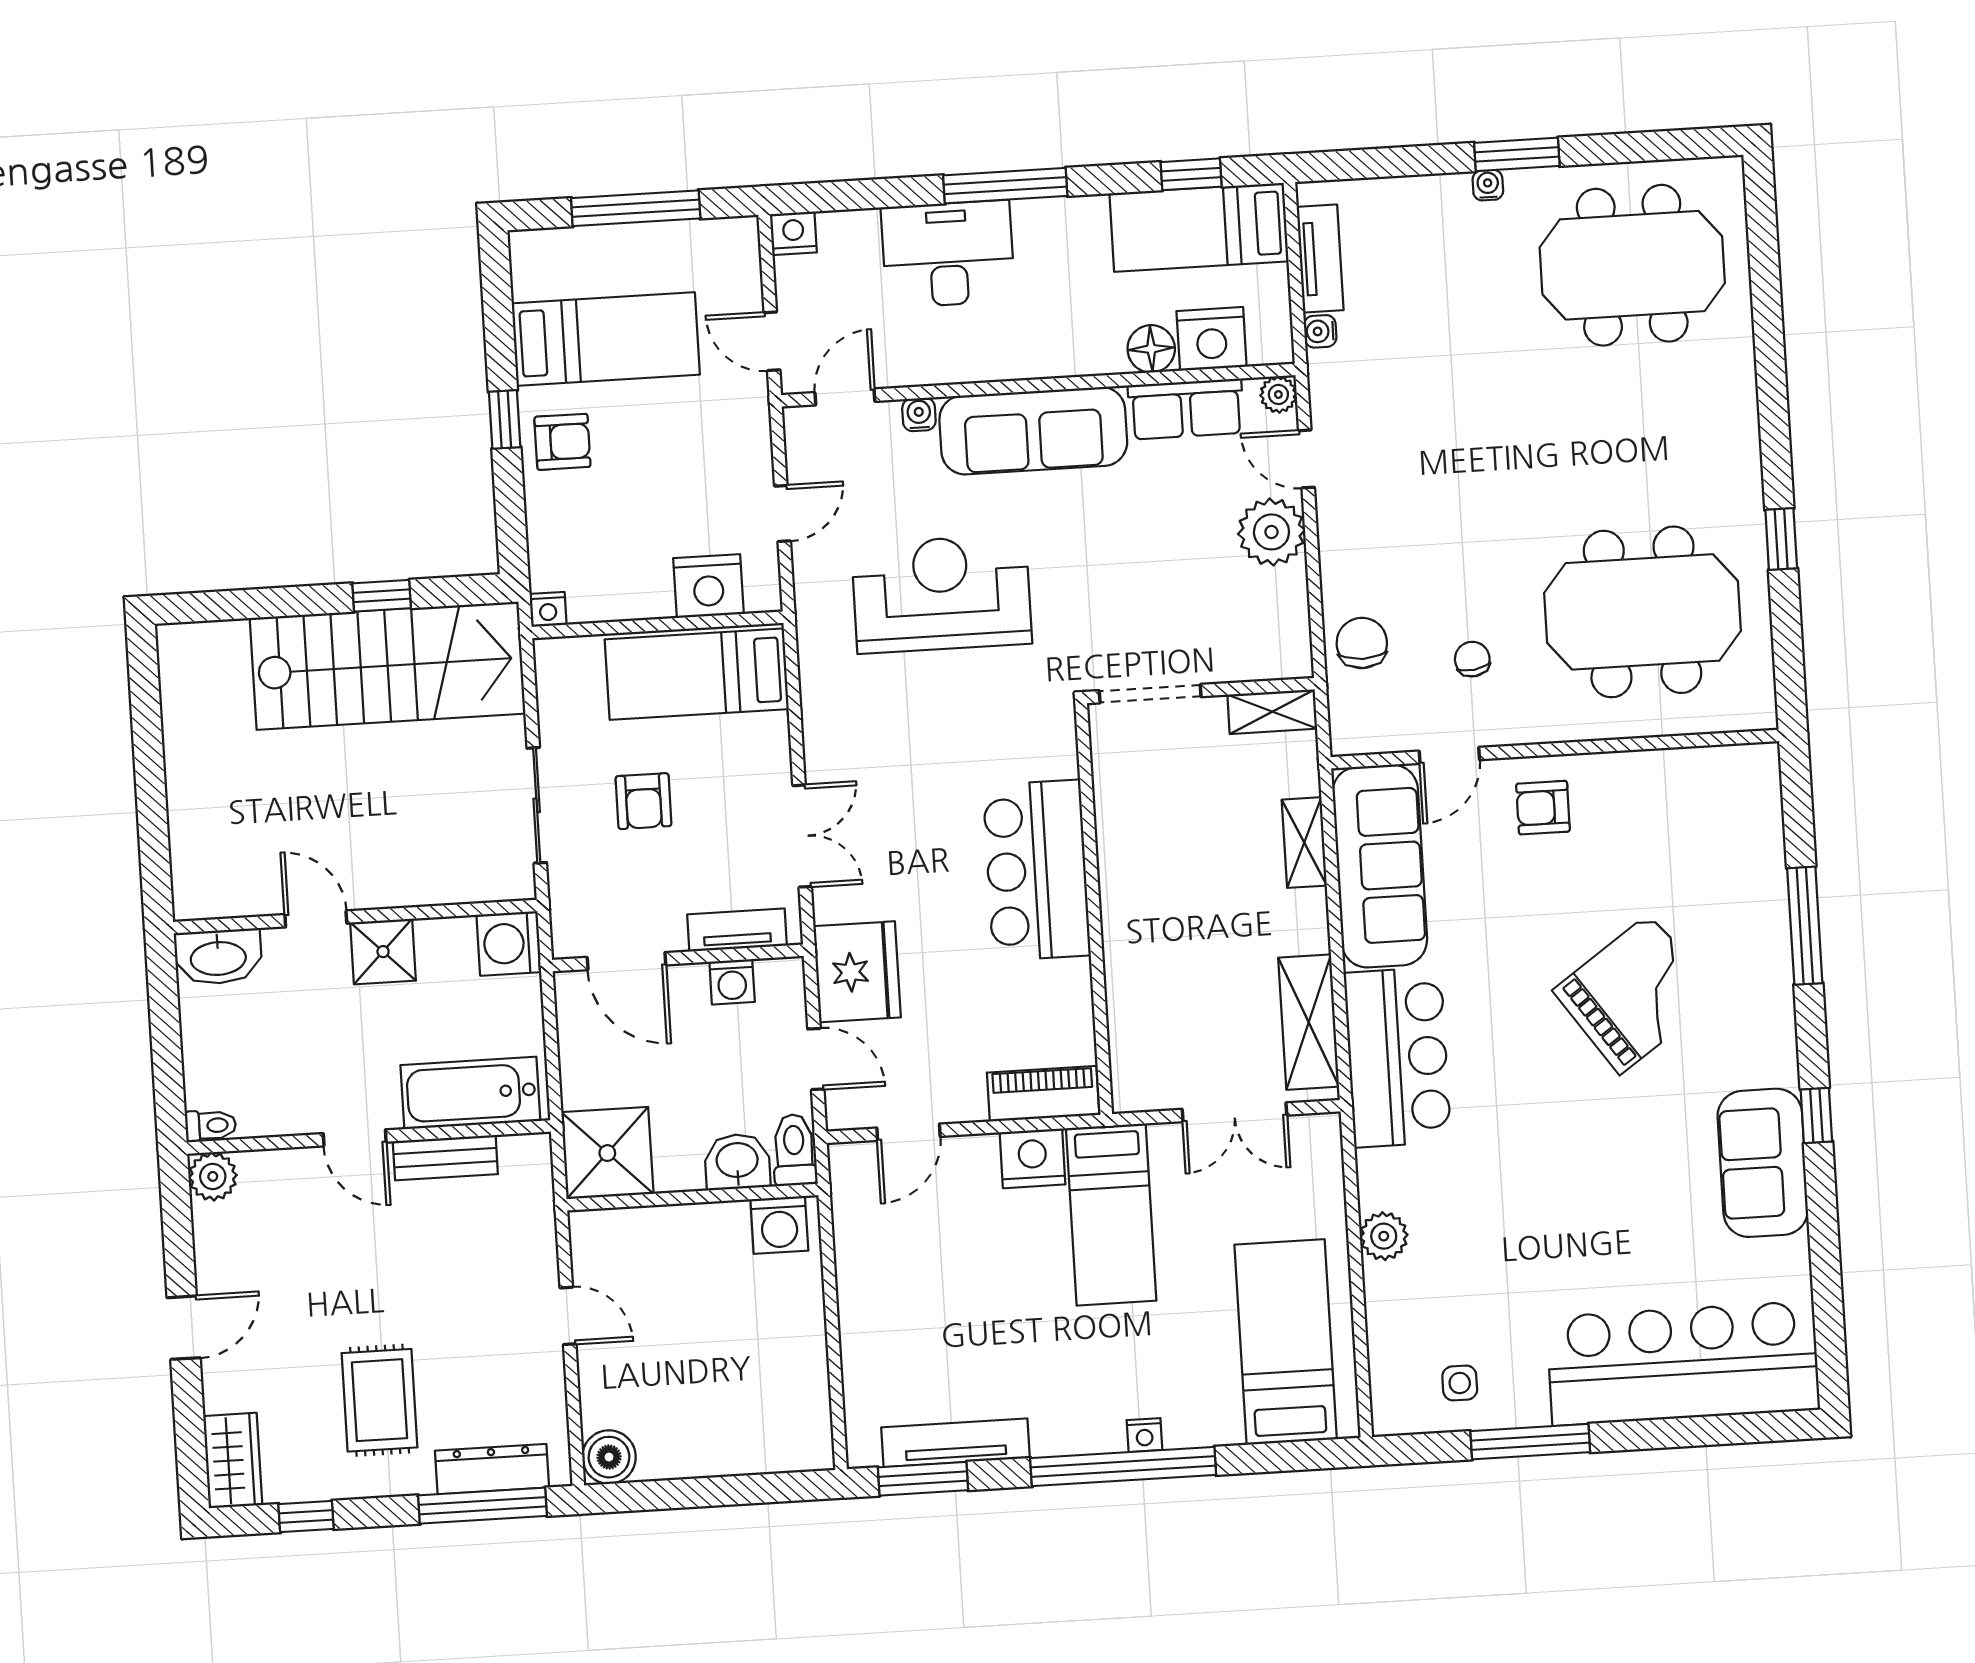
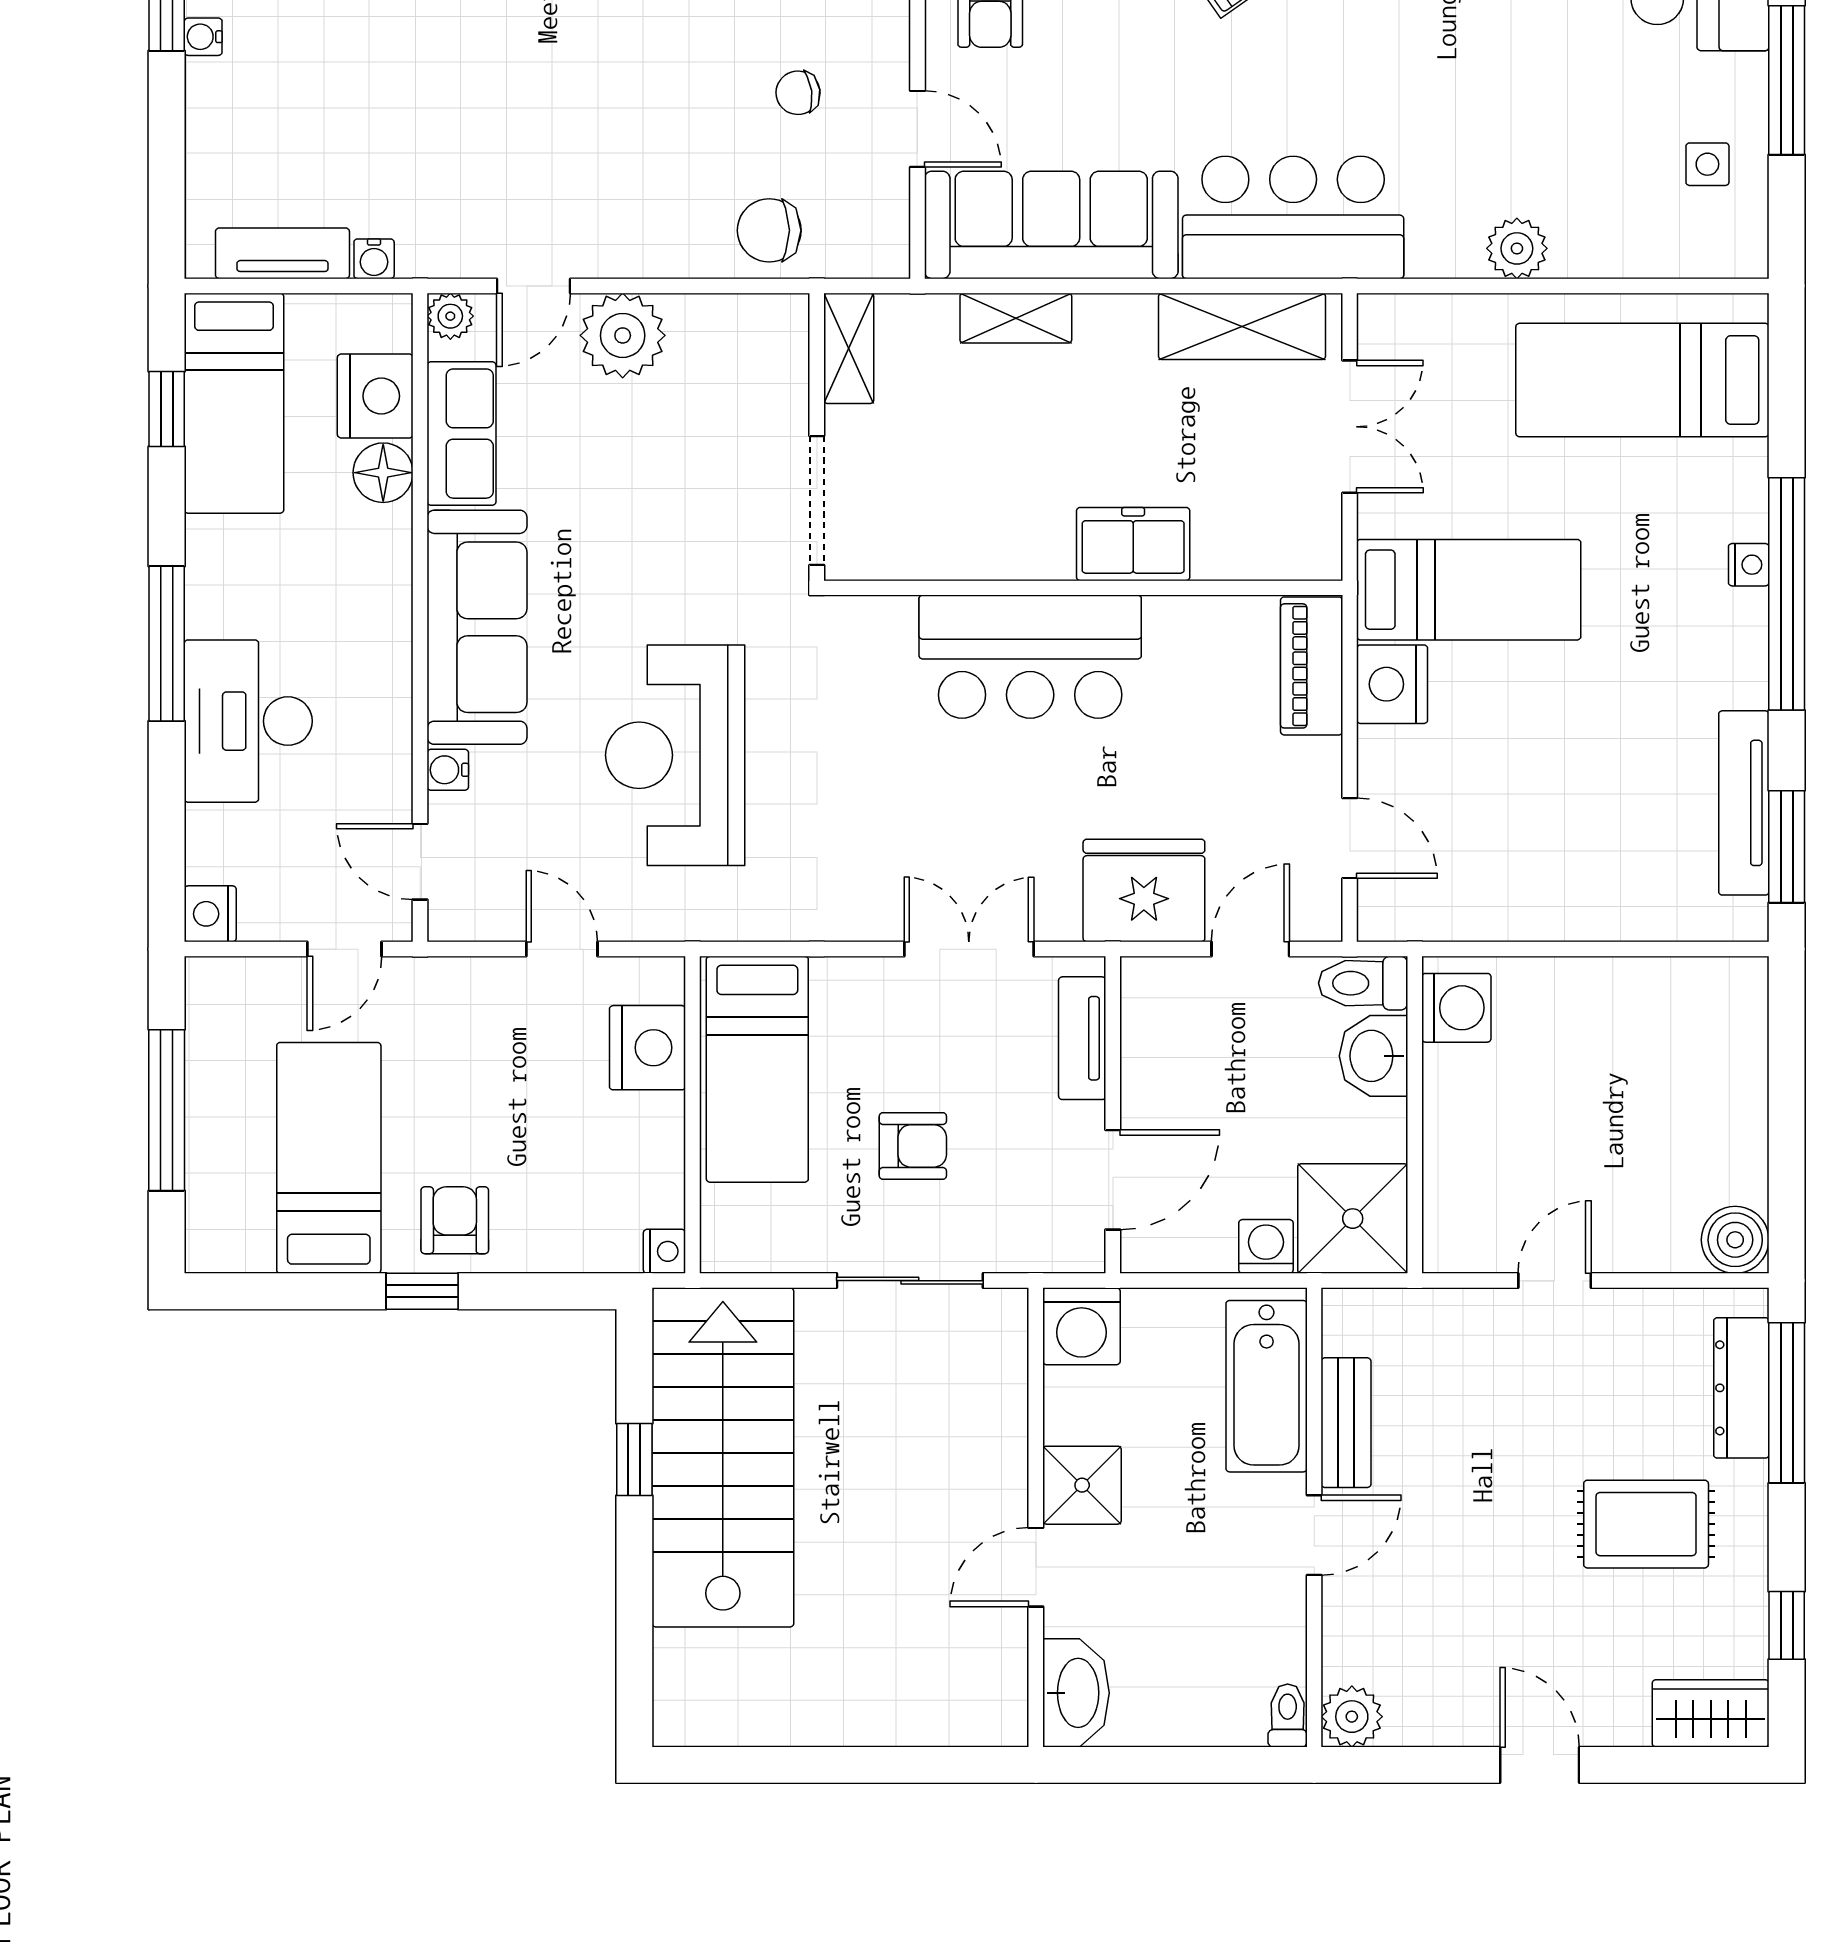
freezer: (1131, 946) -> (1133, 544), added
washing machine: (732, 982) -> (1266, 1246), moved, turned -90

